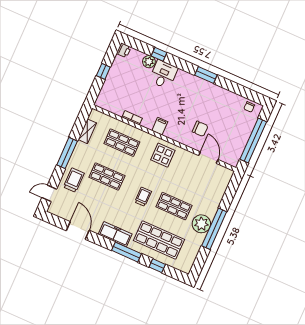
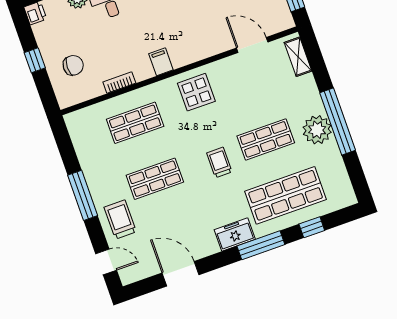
chair: (200, 129) -> (73, 65), moved
shelving: (87, 131) -> (298, 57), moved
door: (49, 193) -> (106, 262), swing flipped
freezer: (115, 234) -> (235, 234), width x0.71

